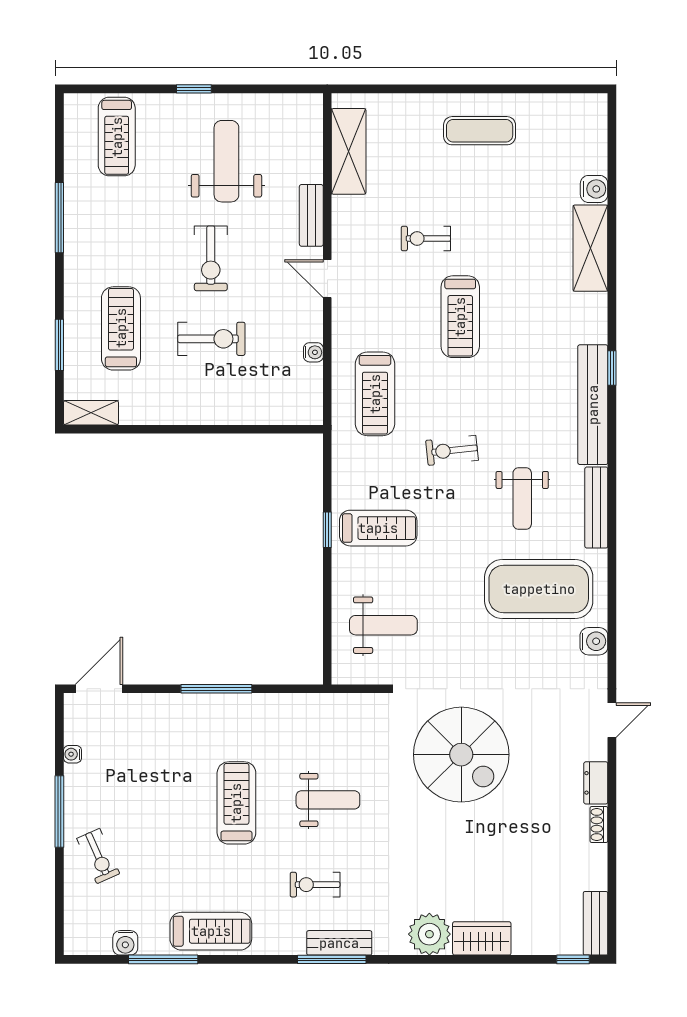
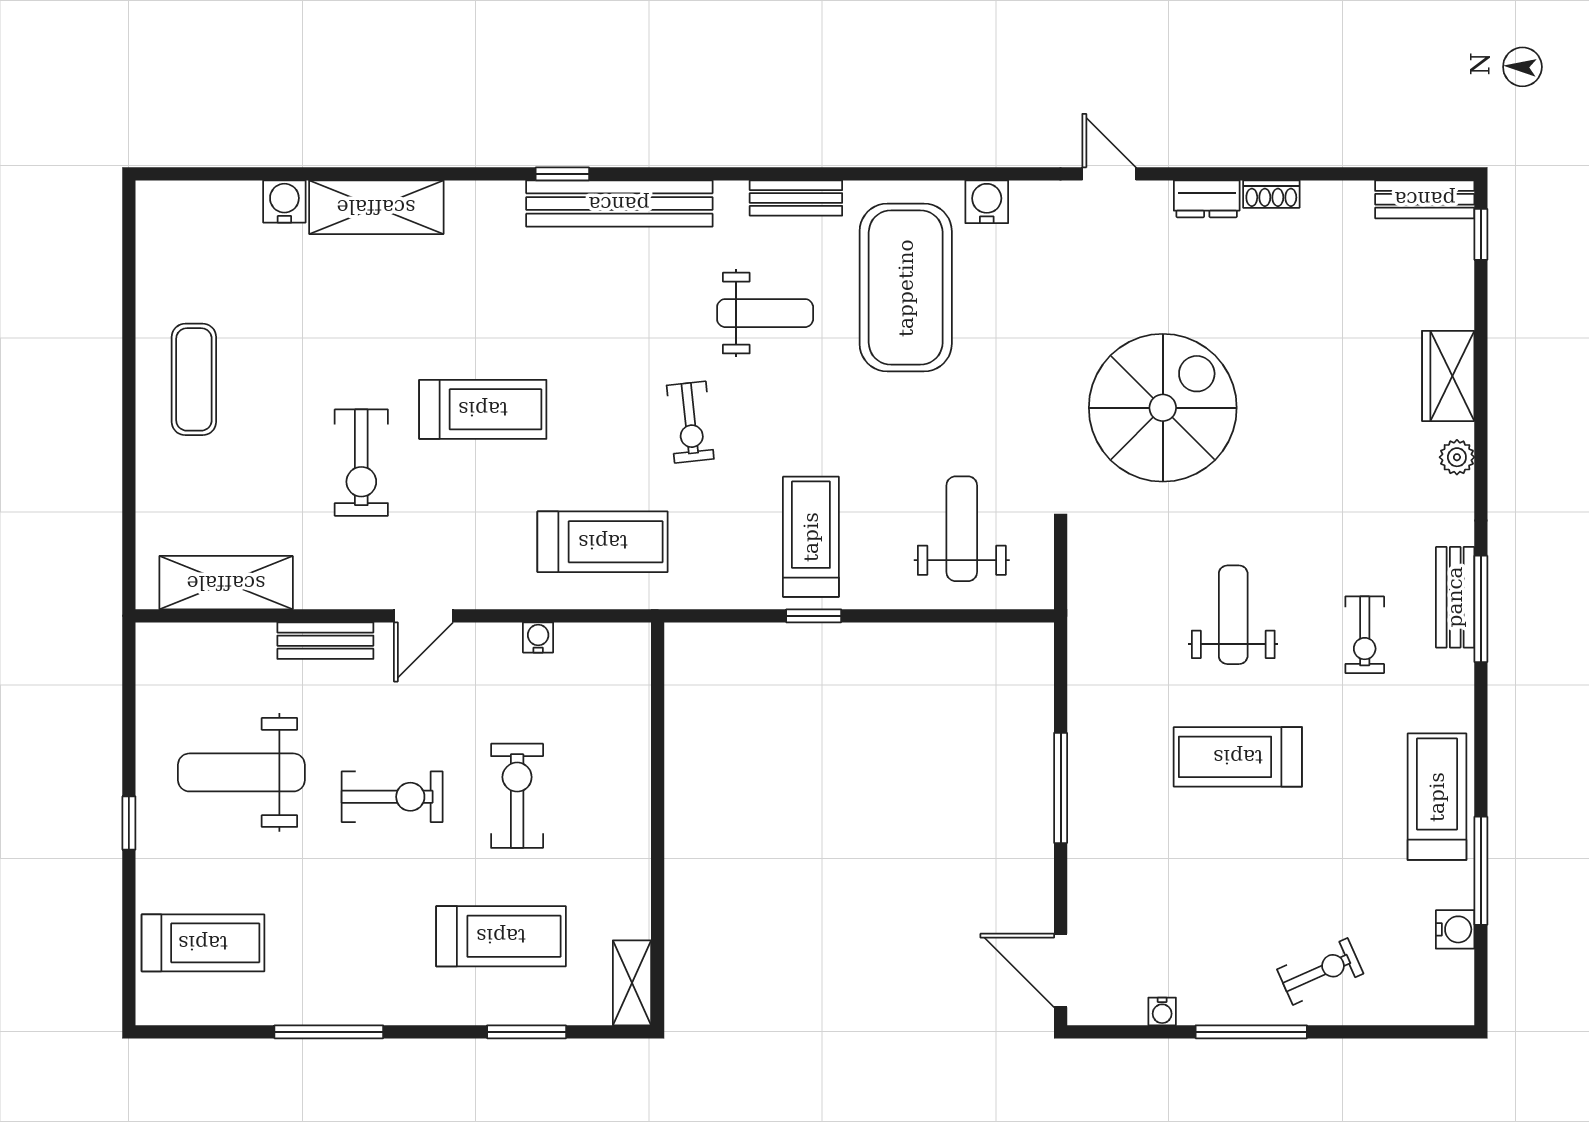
exercise bike: (426, 238) -> (361, 463), width x1.38, depth x1.39
treadmill: (121, 328) -> (501, 936), turned 180
bench: (596, 508) -> (796, 198), width x0.73
plant: (429, 934) -> (1457, 457), width x0.53, depth x0.53

